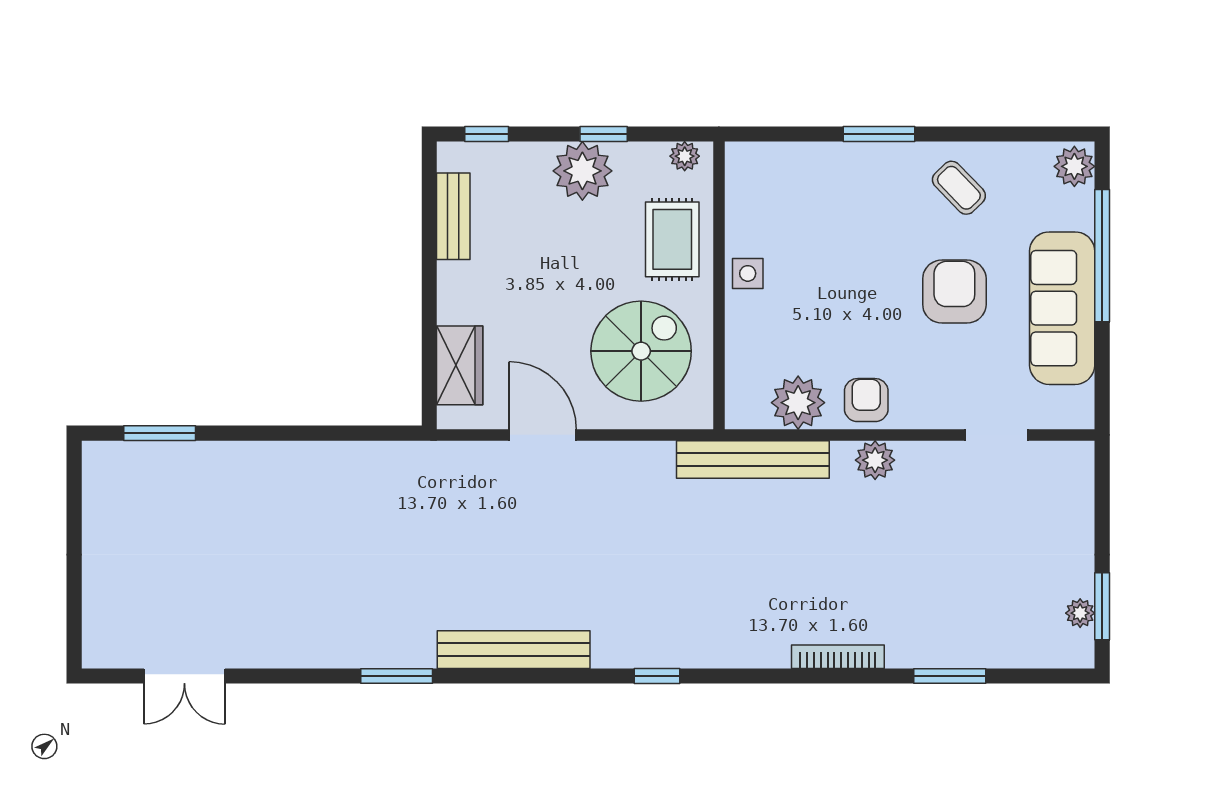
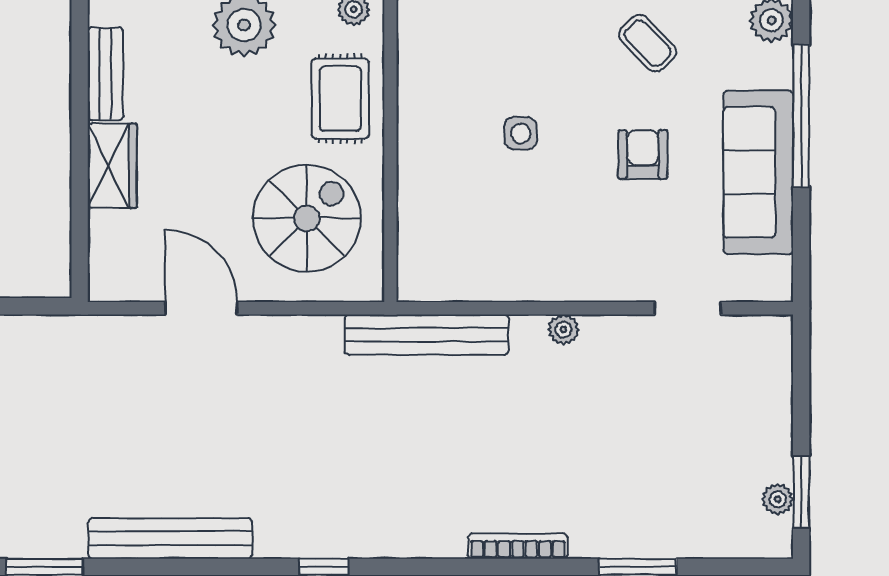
side table: (748, 273) -> (521, 133), moved
armchair: (954, 292) -> (643, 155), width x0.72, depth x0.72
wardrobe: (460, 365) -> (112, 166), moved
armchair: (866, 400) -> (548, 271), removed
plant: (798, 403) -> (475, 274), removed
plant: (875, 460) -> (563, 330), width x0.73, depth x0.73

